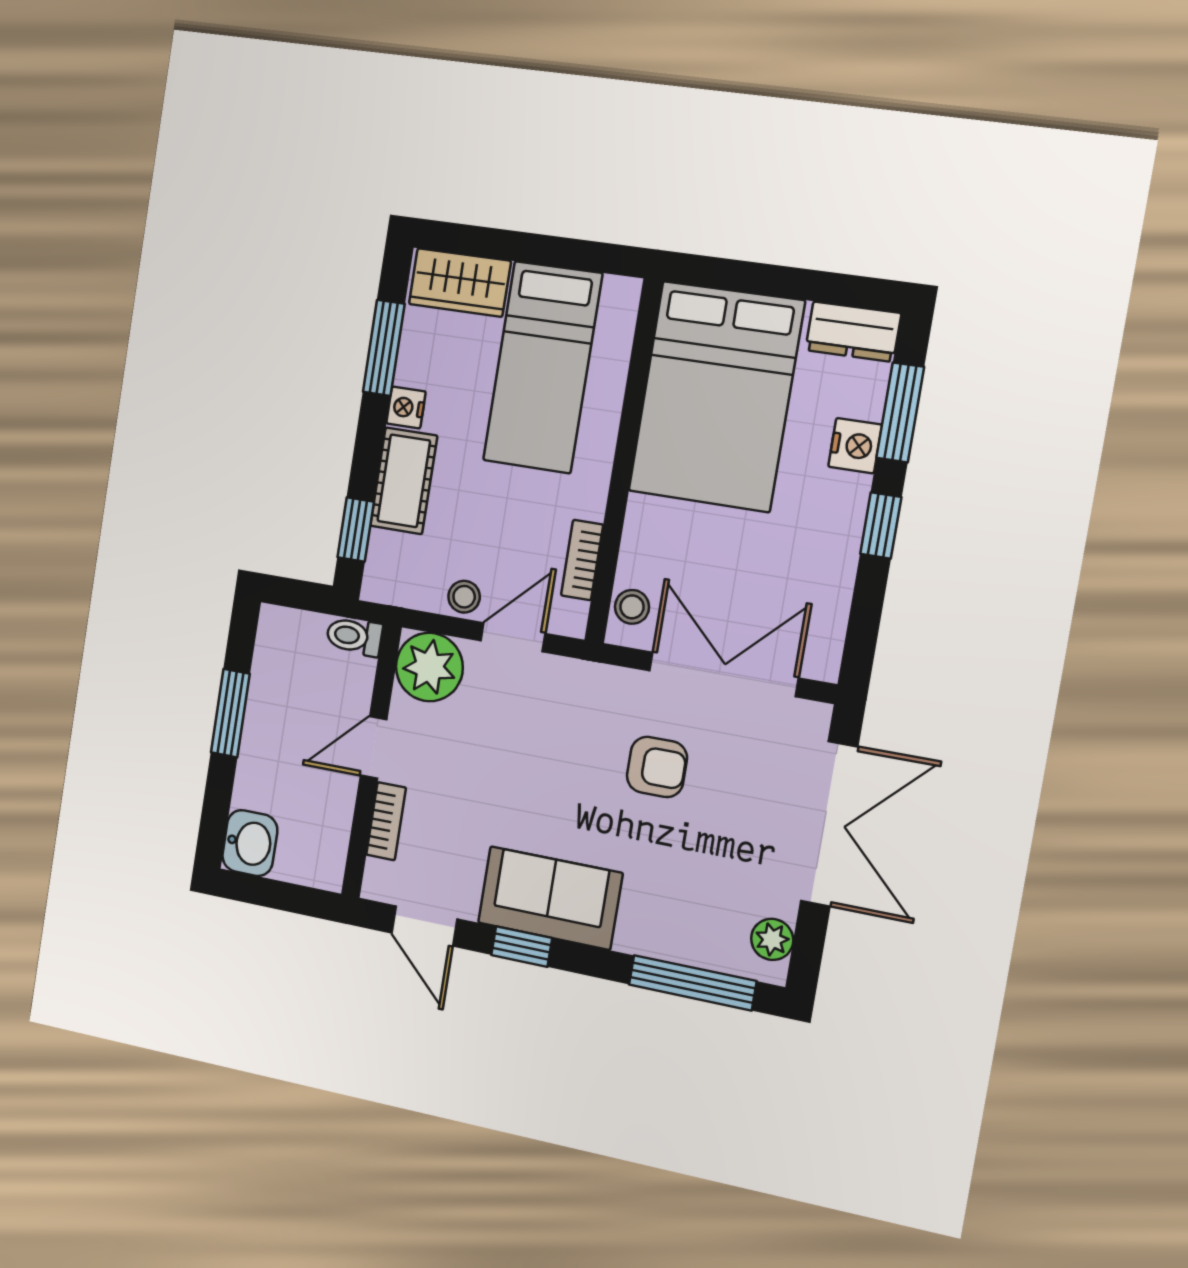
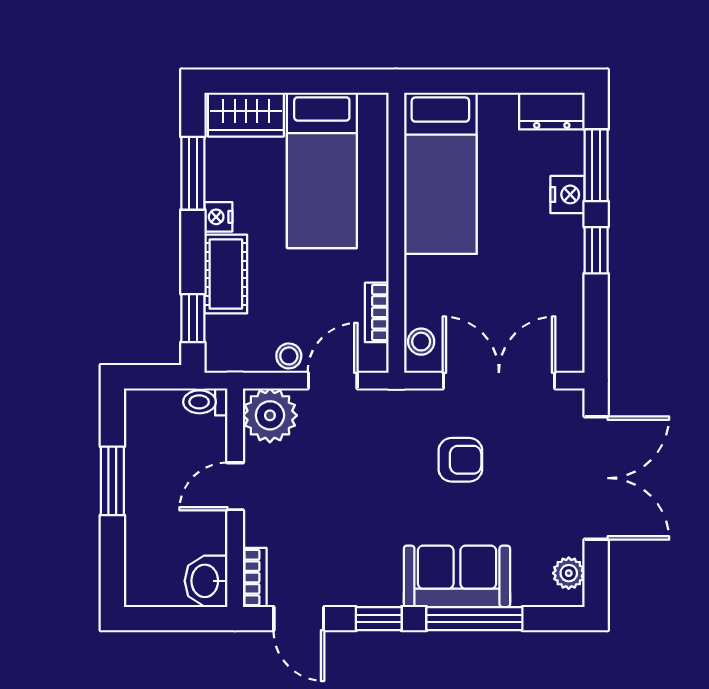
bed: (716, 396) -> (440, 173), width x0.67
bookcase: (386, 821) -> (255, 577), moved
washbasin: (250, 843) -> (206, 581), moved, turned 180
sofa: (550, 898) -> (457, 576), moved
window: (692, 983) -> (474, 619), moved

